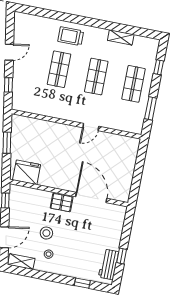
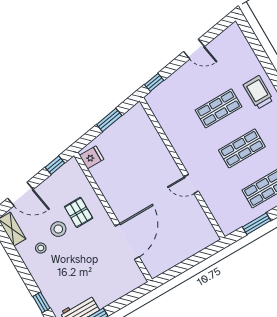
window: (8, 85) -> (154, 82), moved
fridge: (27, 172) -> (92, 157), width x0.53, depth x0.75
pallet: (62, 203) -> (79, 212), moved

